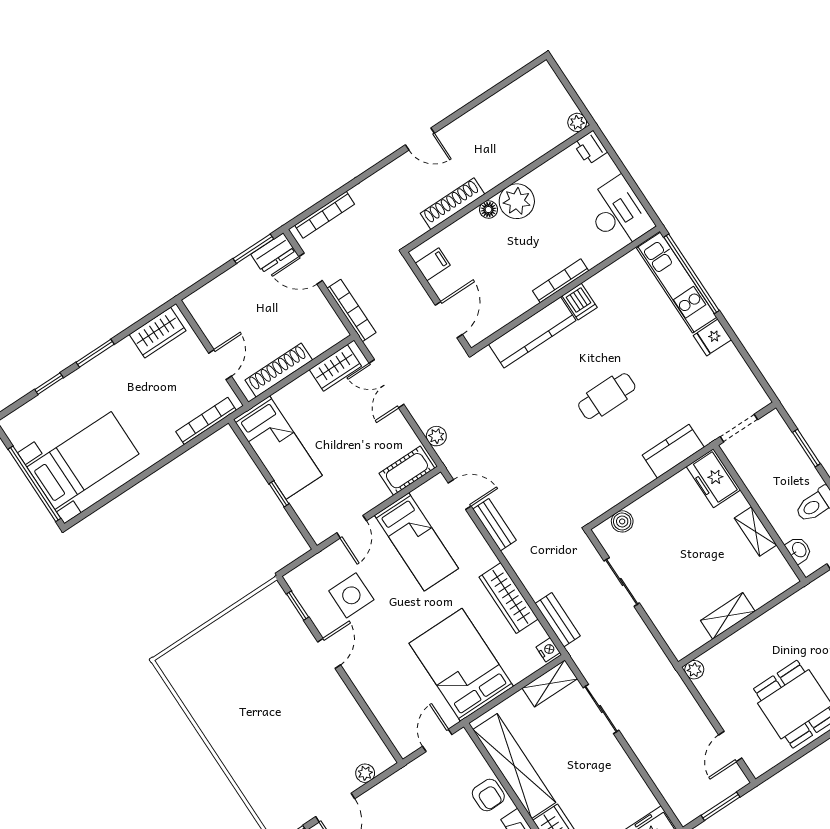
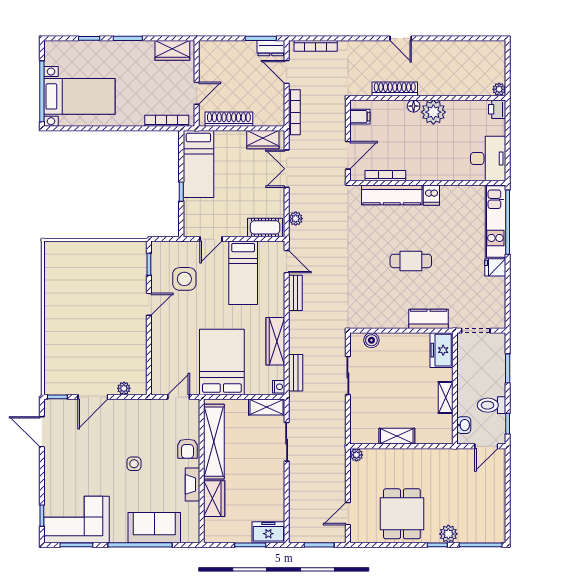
bookcase: (561, 281) -> (385, 176), moved

